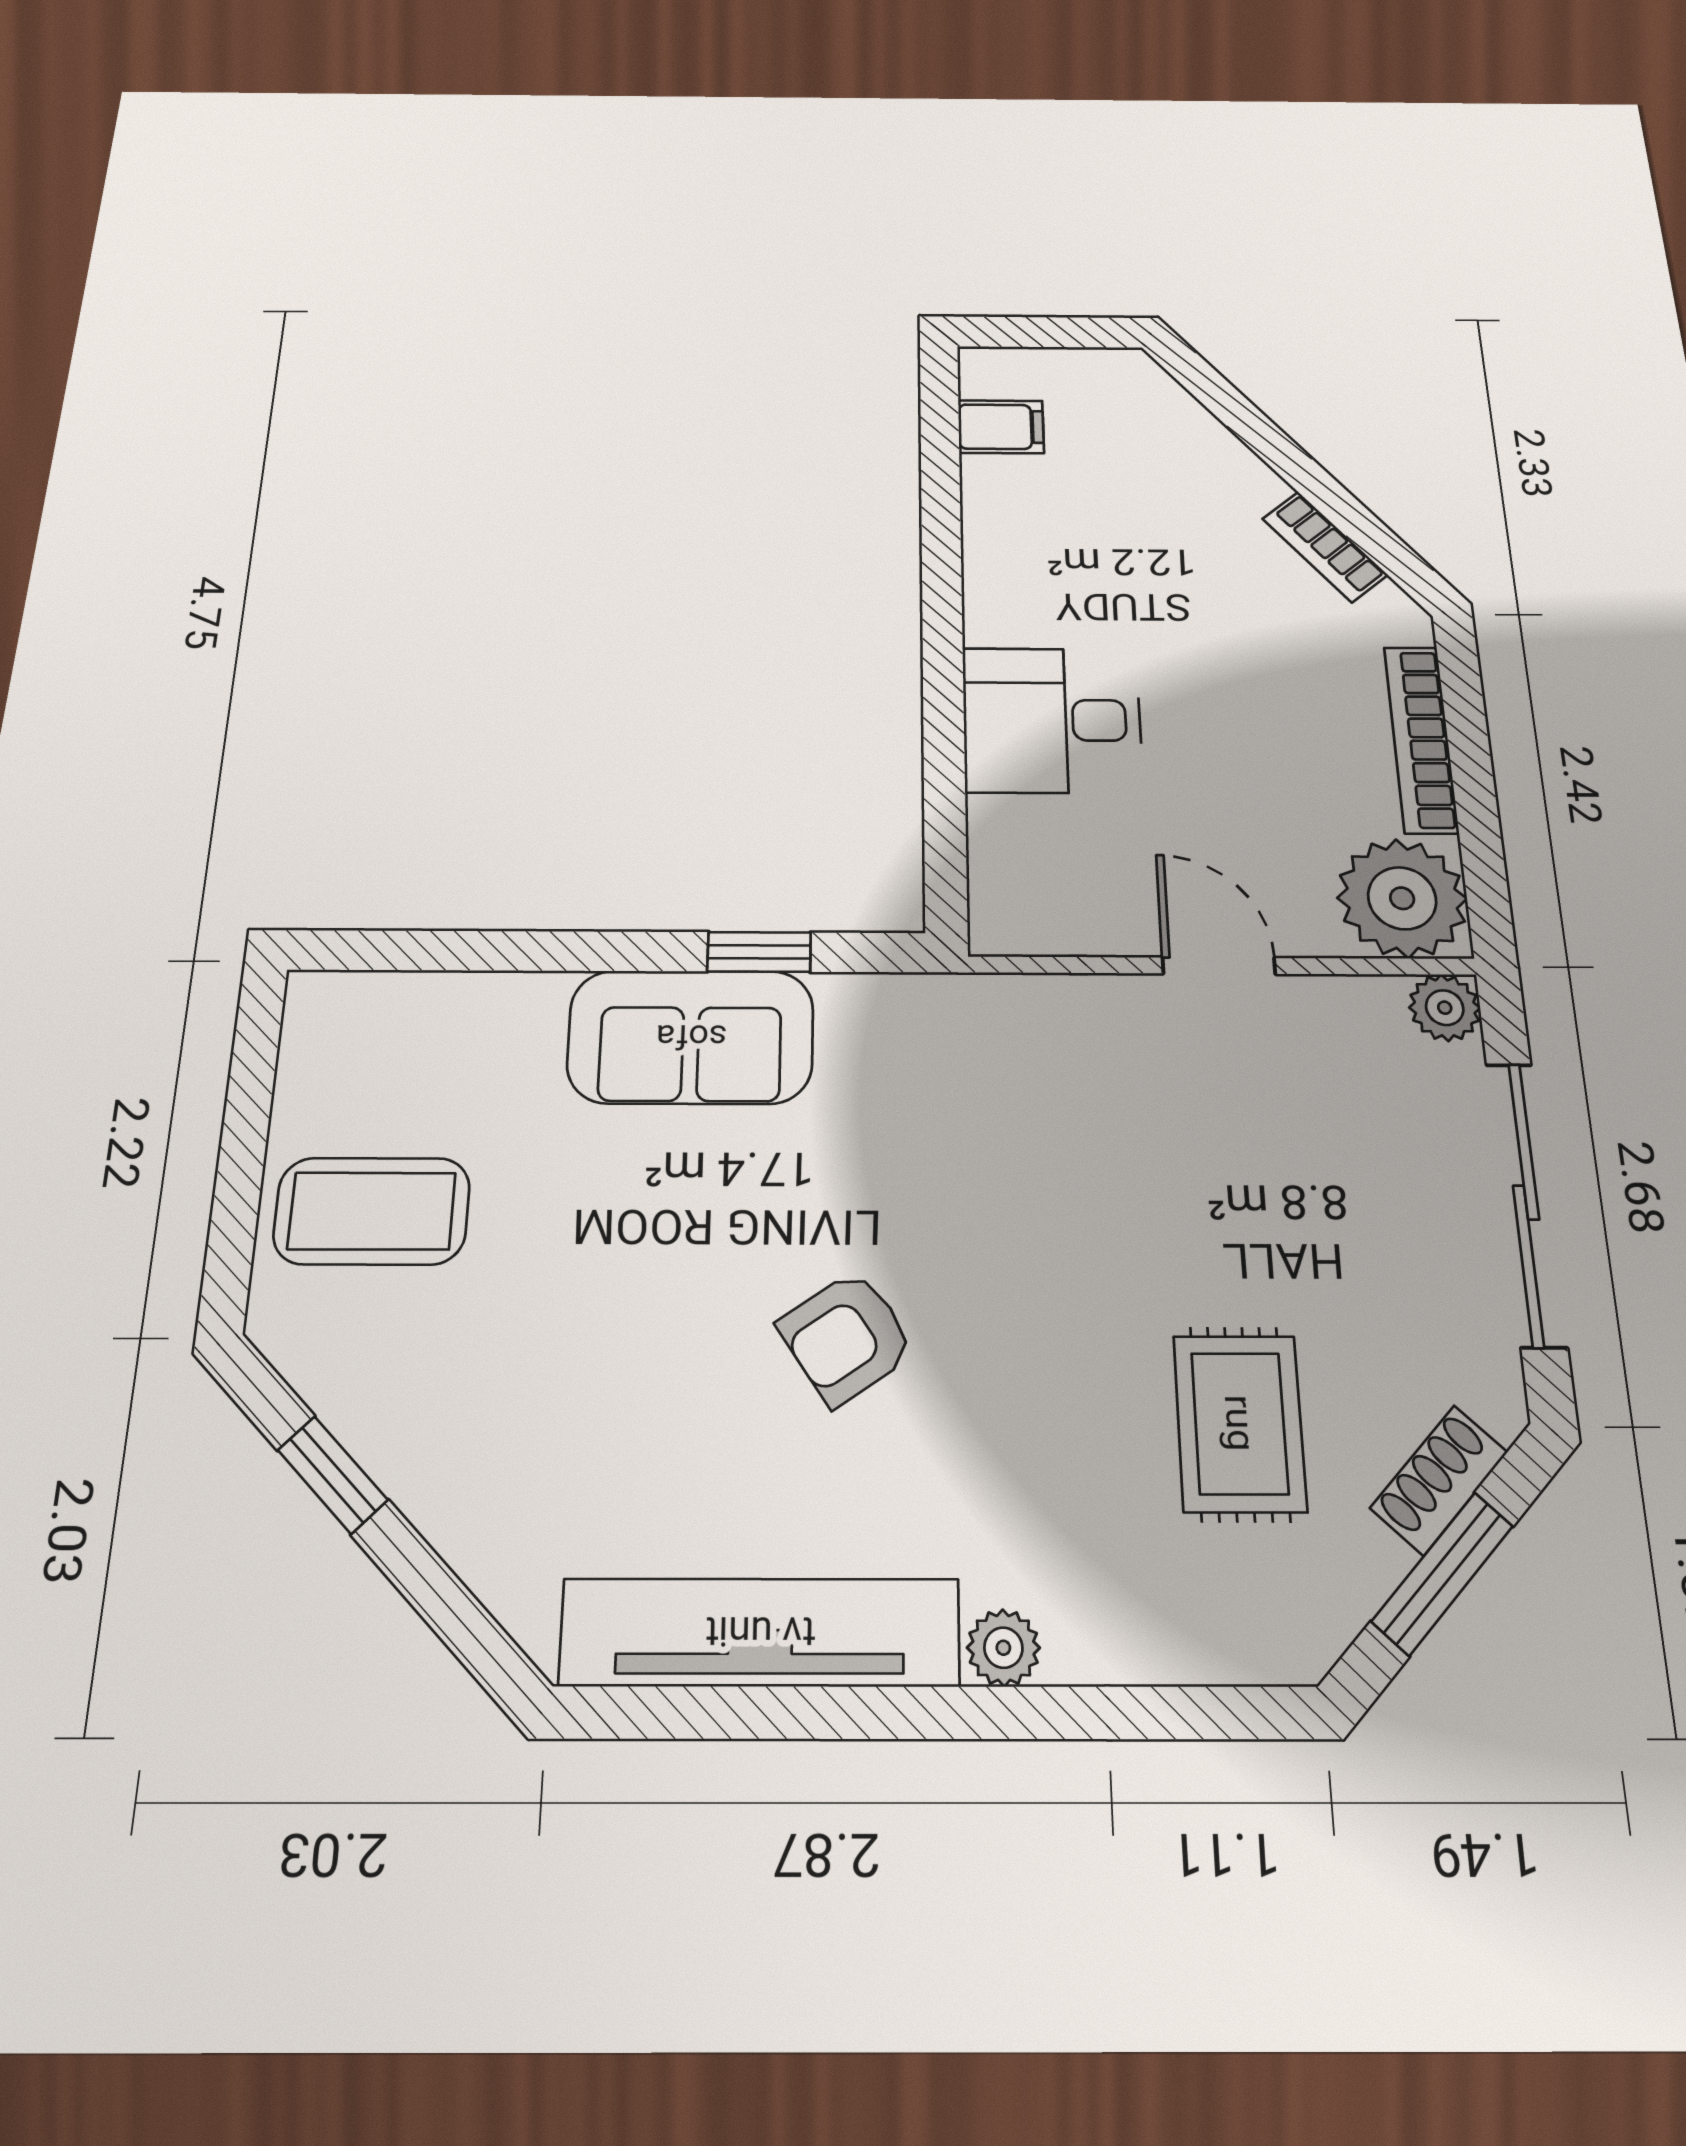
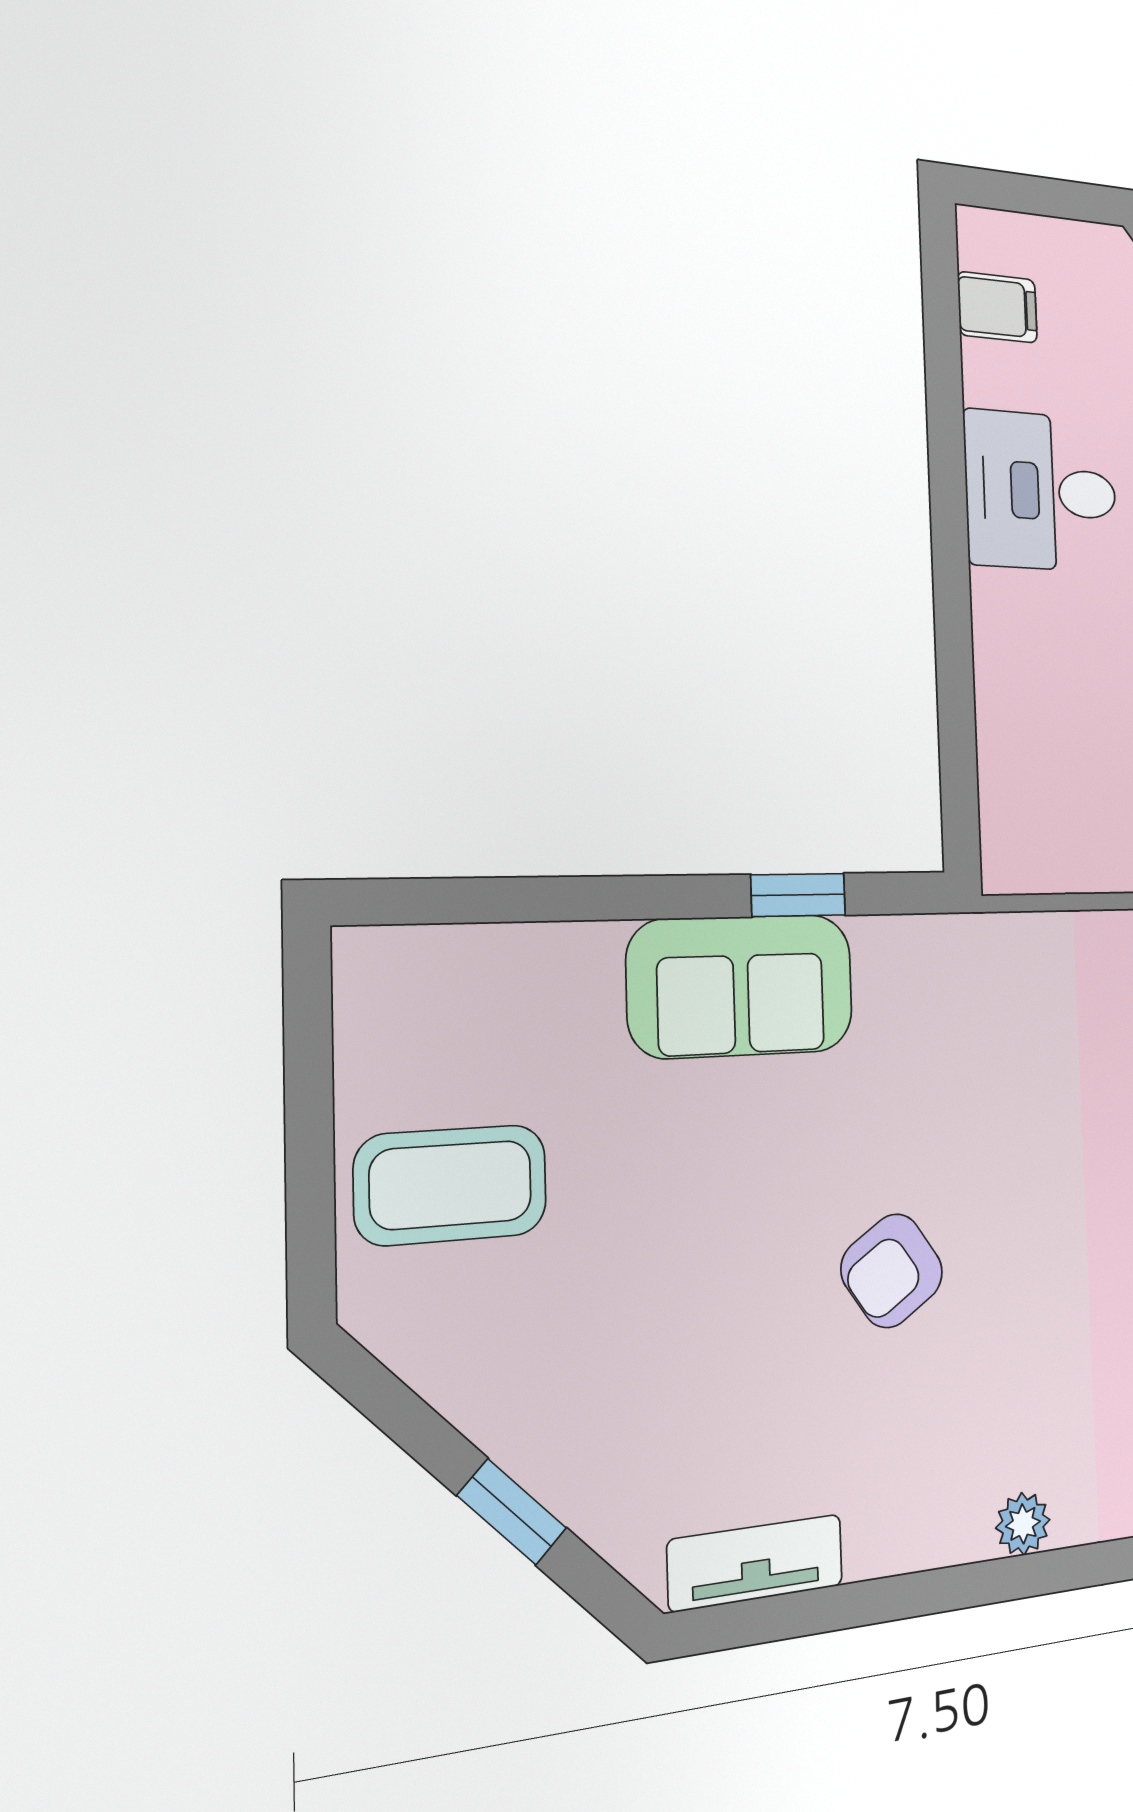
desk: (1052, 720) -> (1041, 491), moved
window: (333, 1475) -> (512, 1512), moved
tv unit: (760, 1632) -> (756, 1563), width x0.52, depth x0.78

